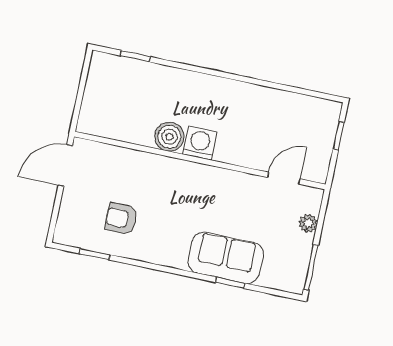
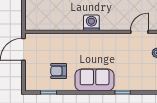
boiler: (169, 137) -> (75, 23), removed
sofa: (226, 258) -> (95, 80), moved

